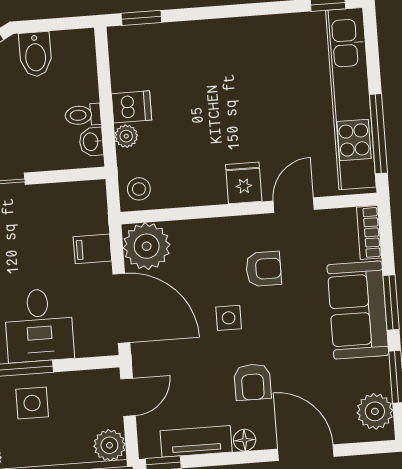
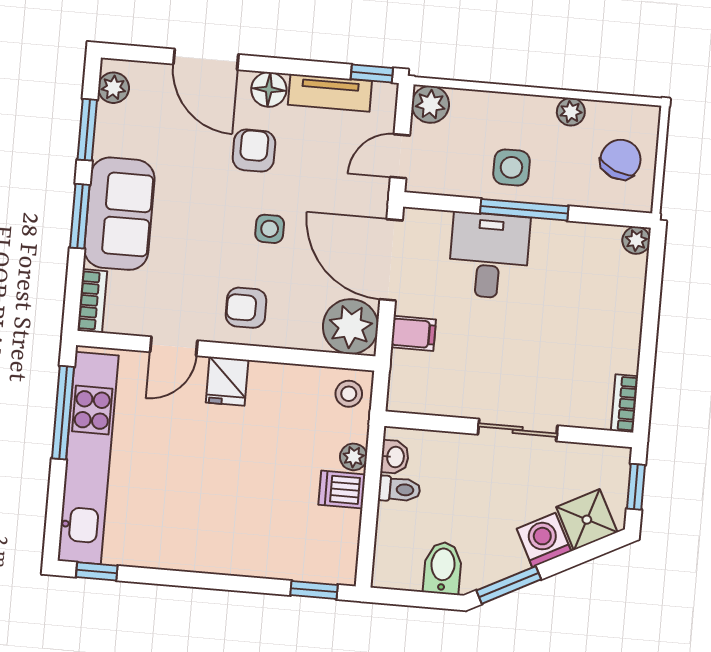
armchair: (264, 269) -> (246, 308), moved
plant: (375, 411) -> (113, 88), width x0.73, depth x0.73
floor lamp: (245, 440) -> (269, 89), width x1.37, depth x1.37

